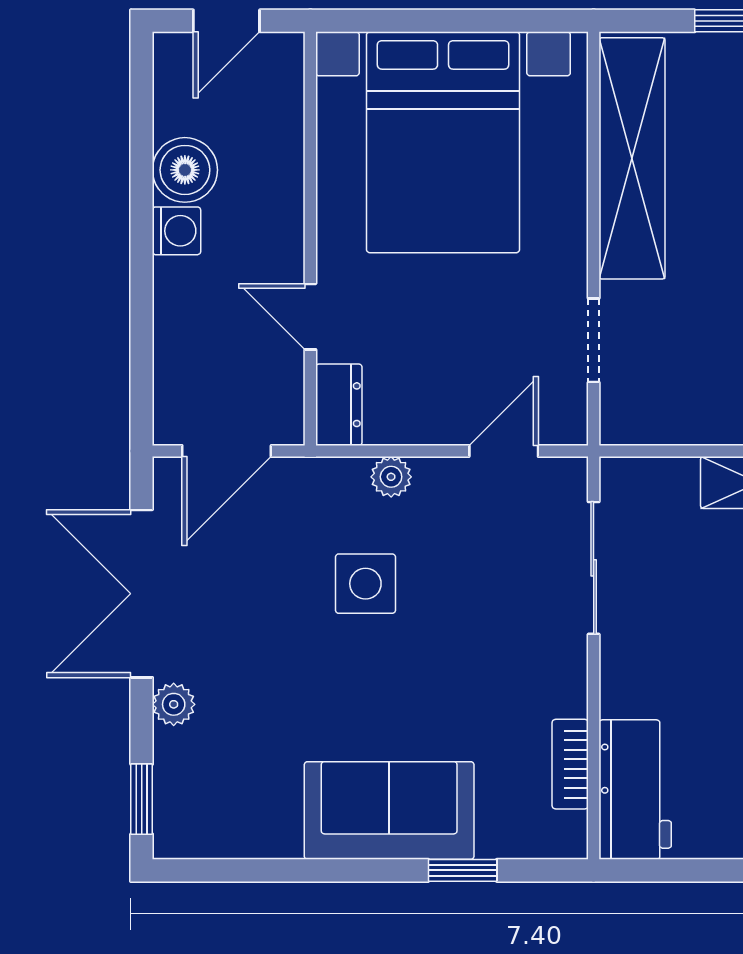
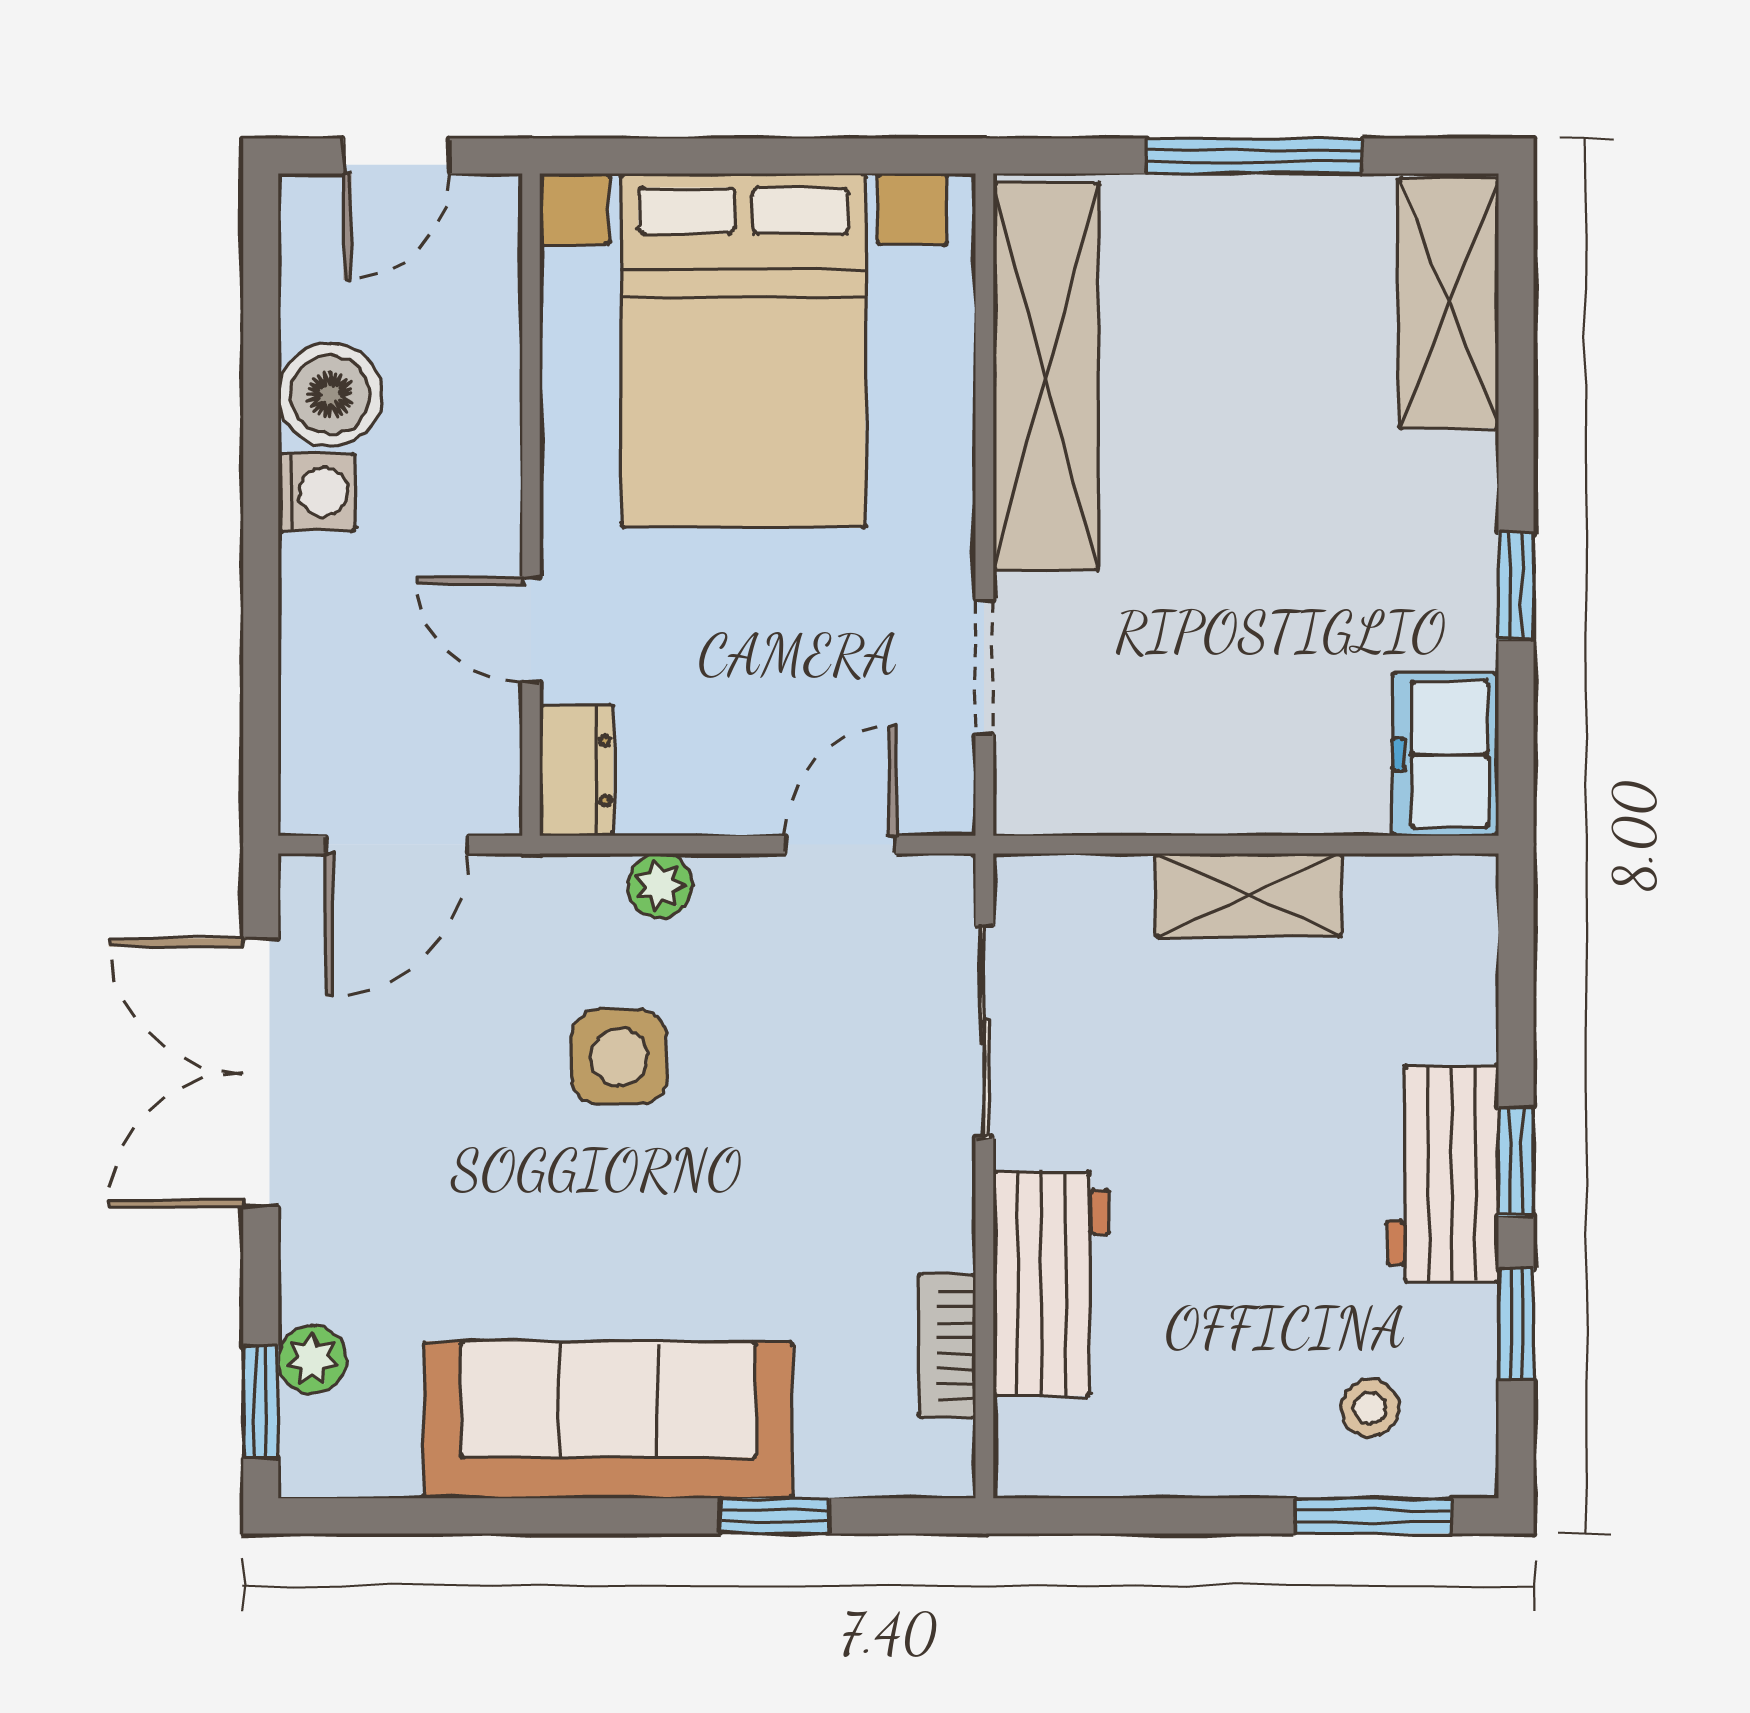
plant: (174, 704) -> (312, 1359), moved
workbench: (635, 790) -> (1051, 1284), moved
sofa: (389, 811) -> (608, 1420), width x1.36

